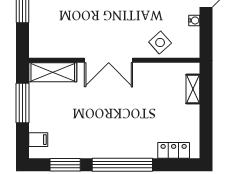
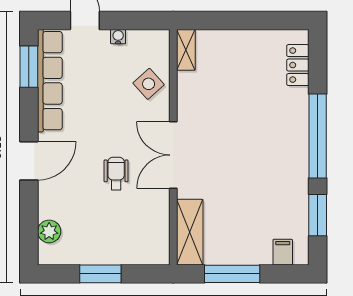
wheelchair: (95, 19) -> (116, 174), added
double door: (109, 60) -> (173, 155), swing flipped
shelving: (193, 89) -> (186, 50), moved, turned 90

